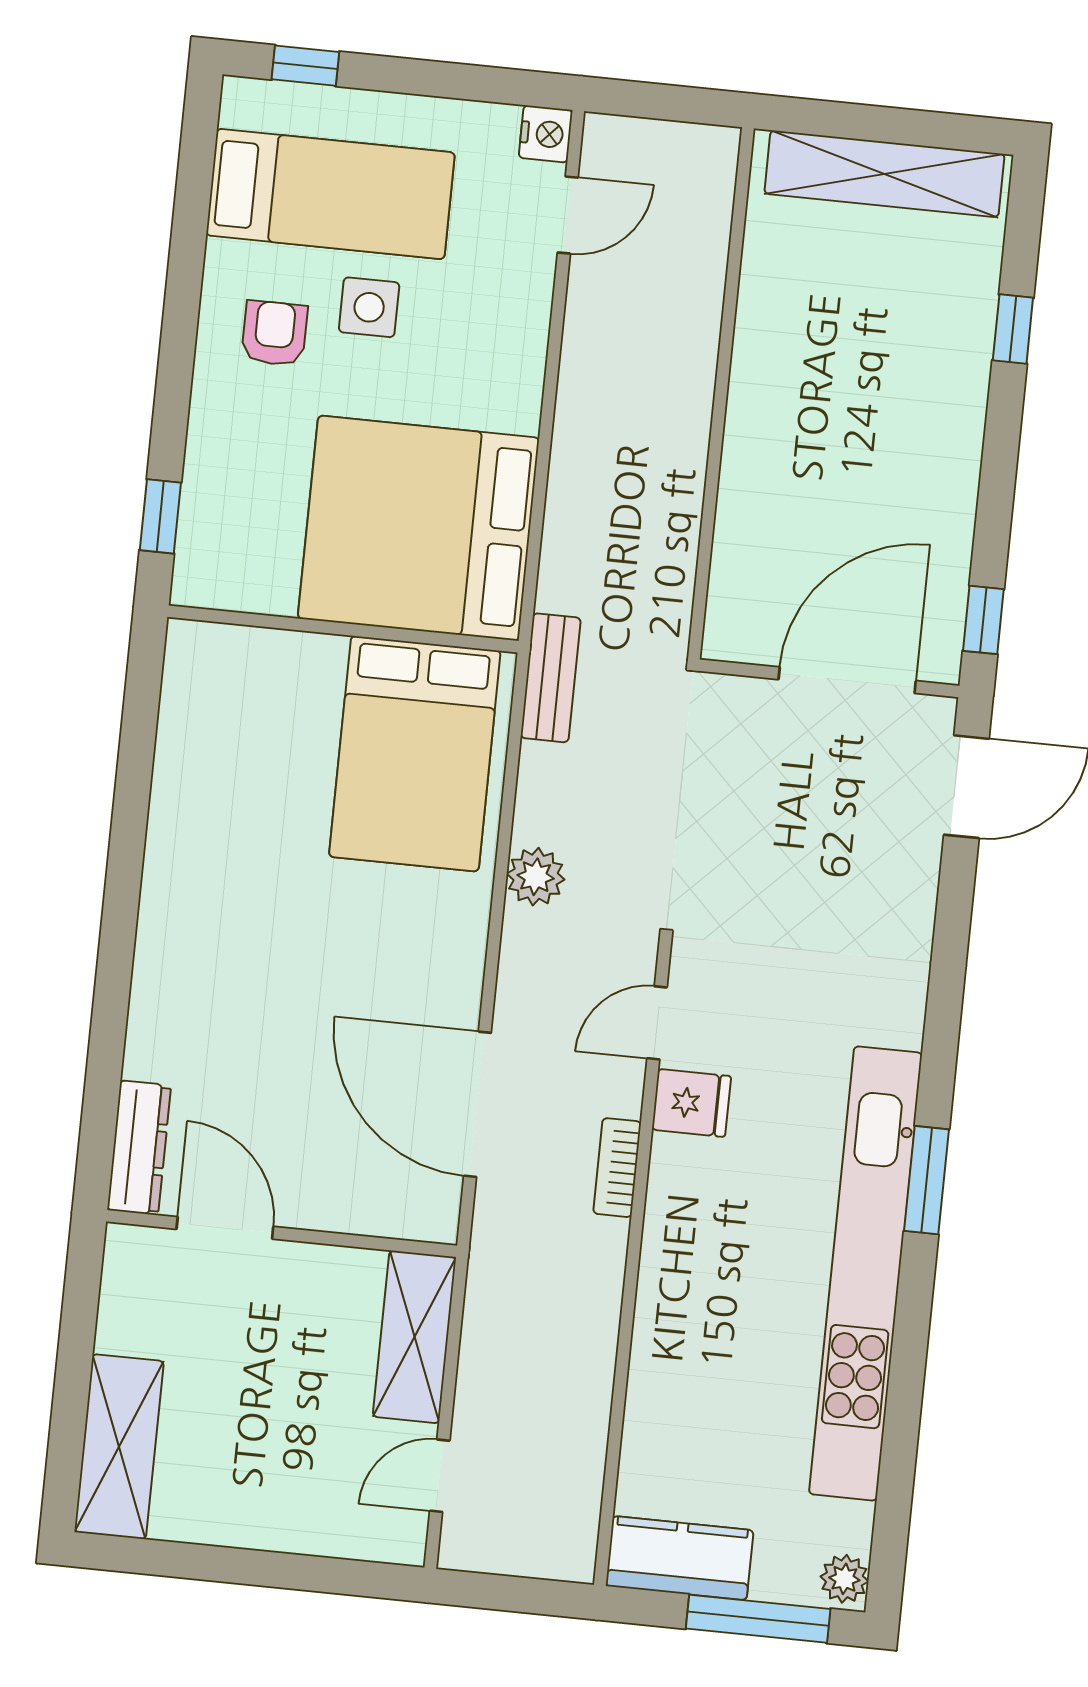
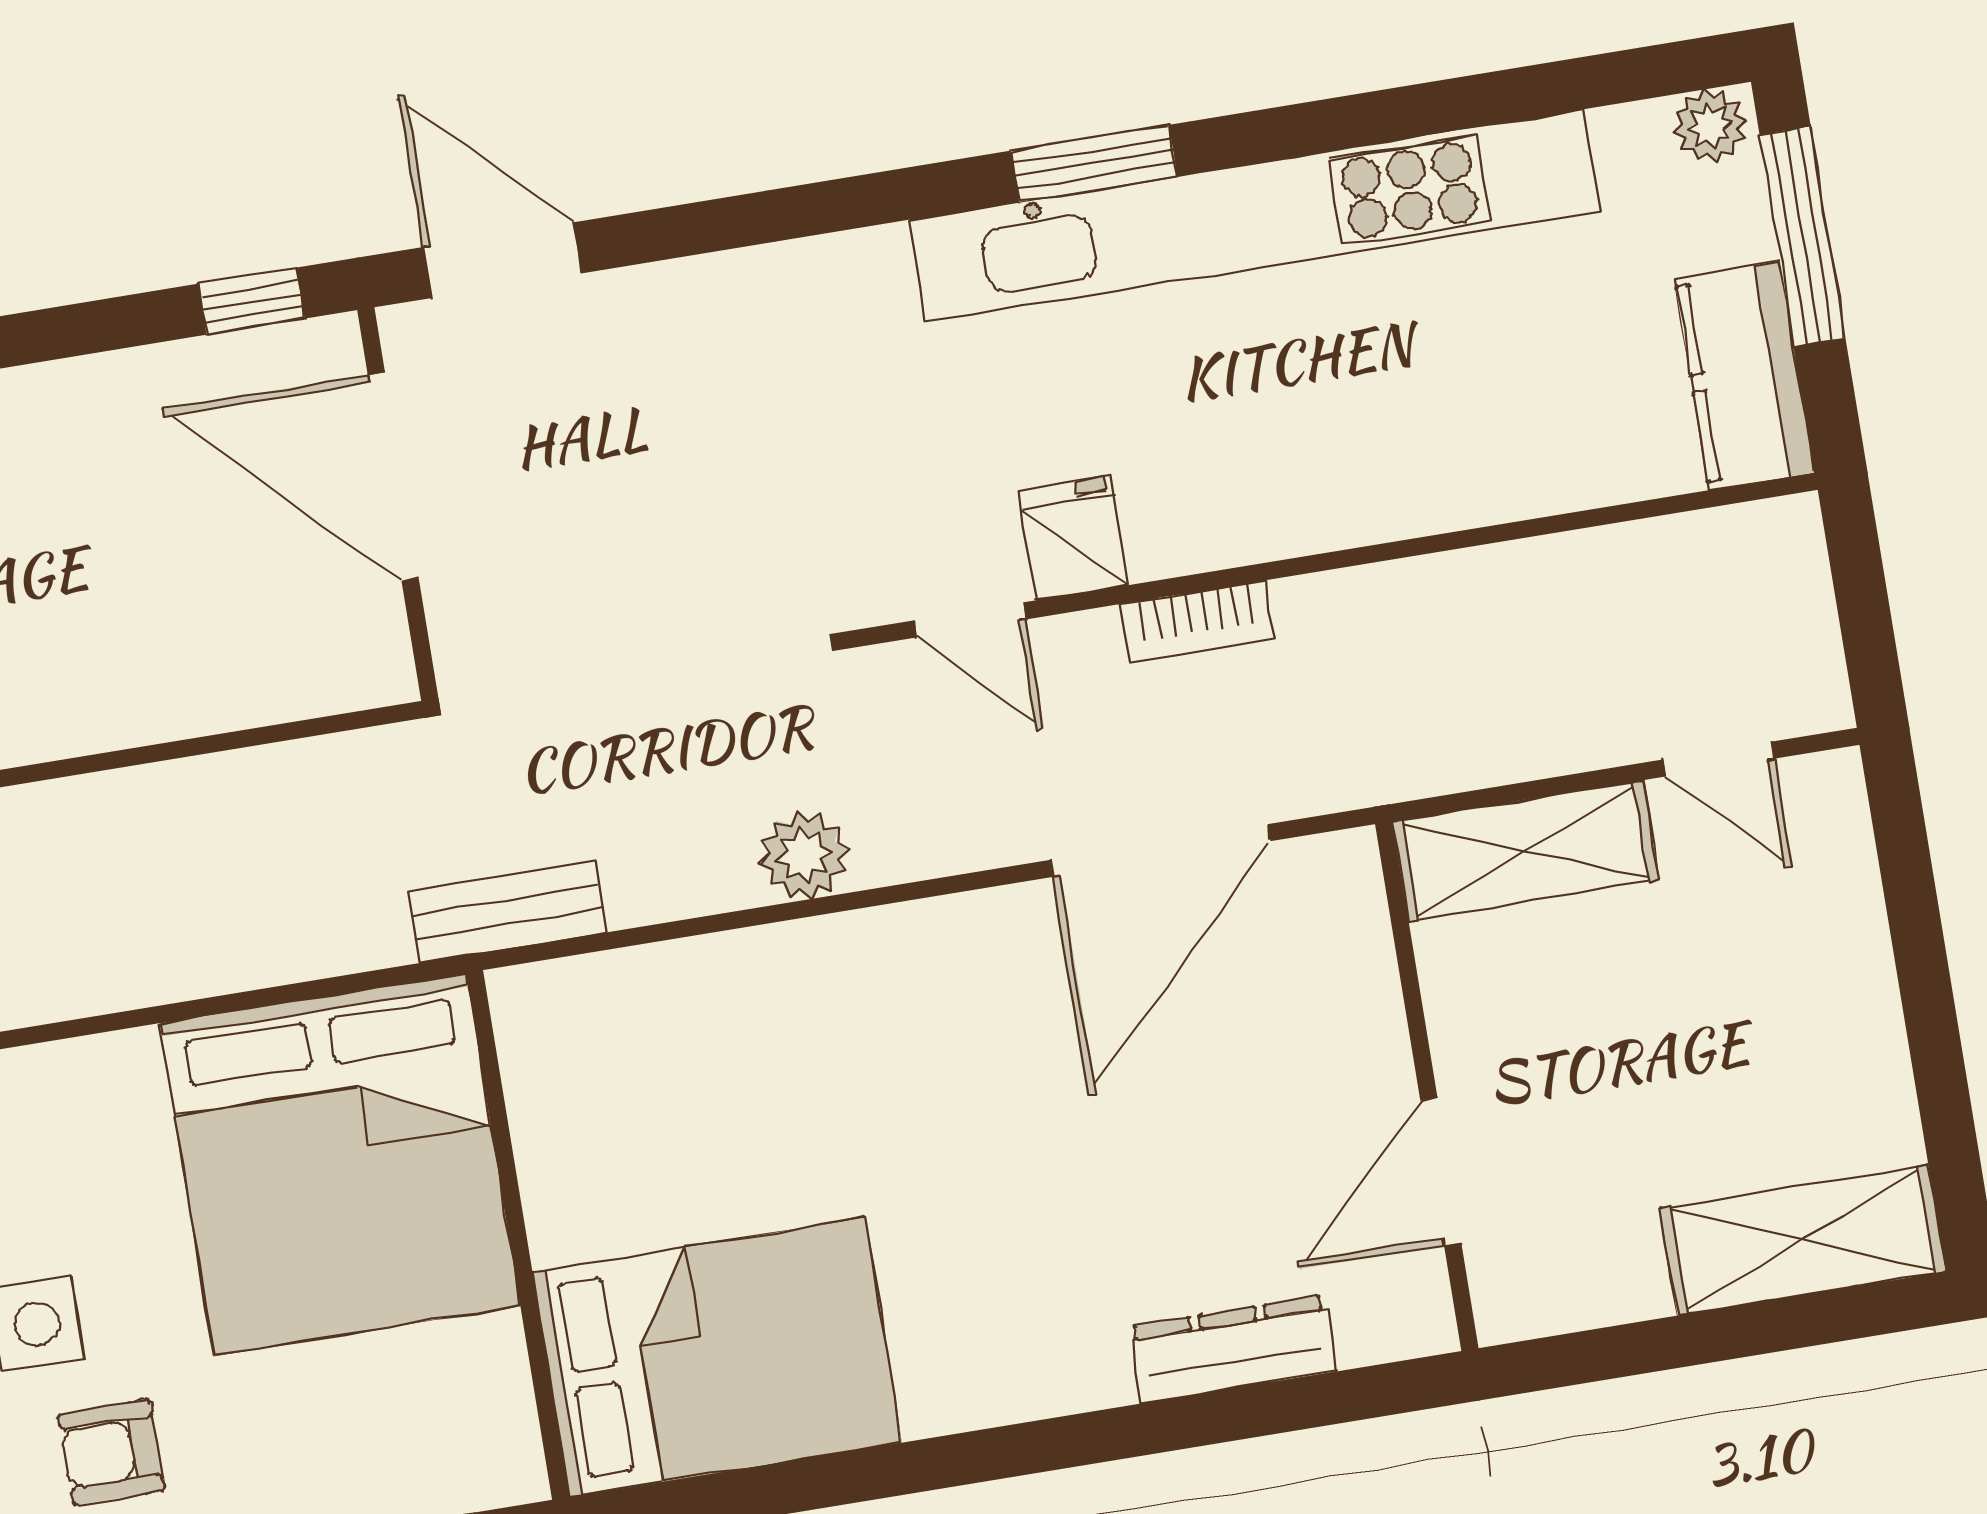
bed: (415, 754) -> (717, 1358), moved
dresser: (139, 1148) -> (1233, 1349), moved

